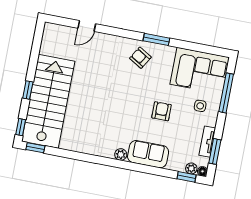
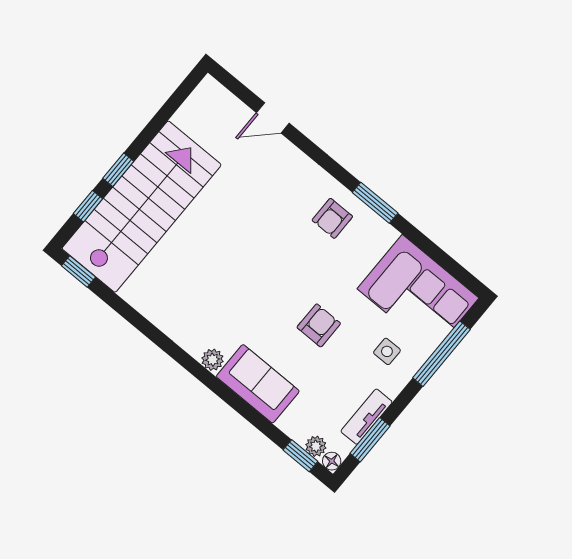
armchair: (140, 58) -> (332, 218), turned -121
window: (21, 127) -> (88, 206), moved

